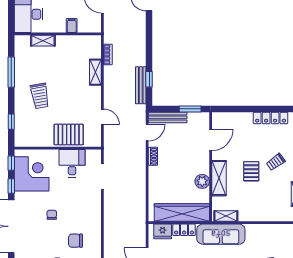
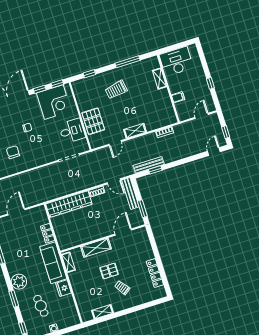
shelving: (95, 72) -> (135, 131), moved
door: (211, 140) -> (123, 232), swing flipped
plant: (202, 181) -> (89, 236), removed
wardrobe: (182, 212) -> (69, 204), moved, turned 90
fridge: (163, 231) -> (64, 288), moved

